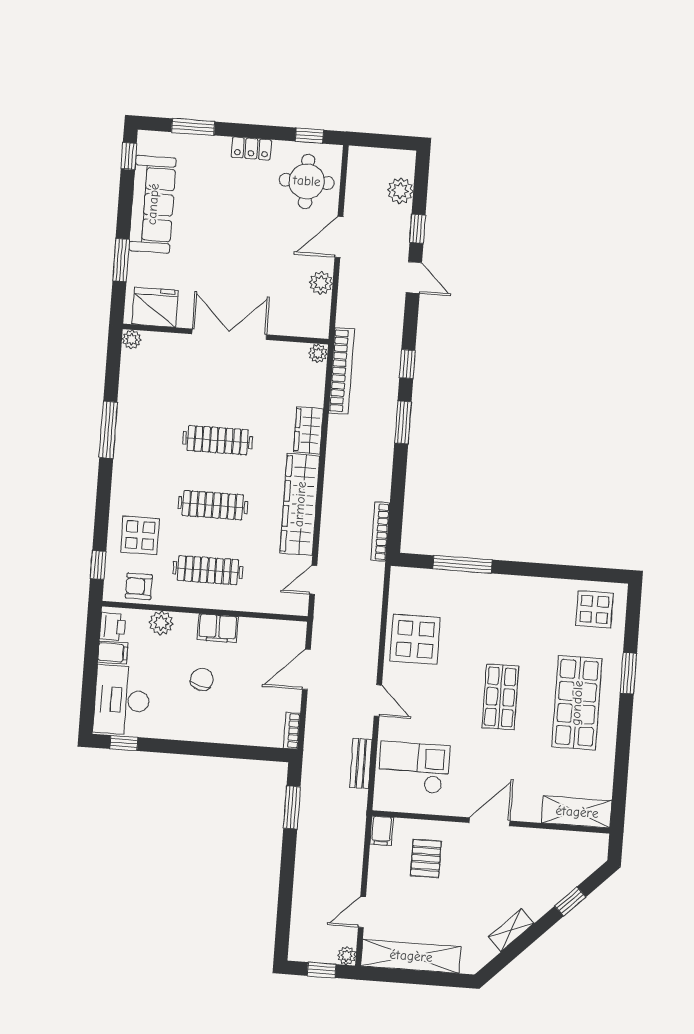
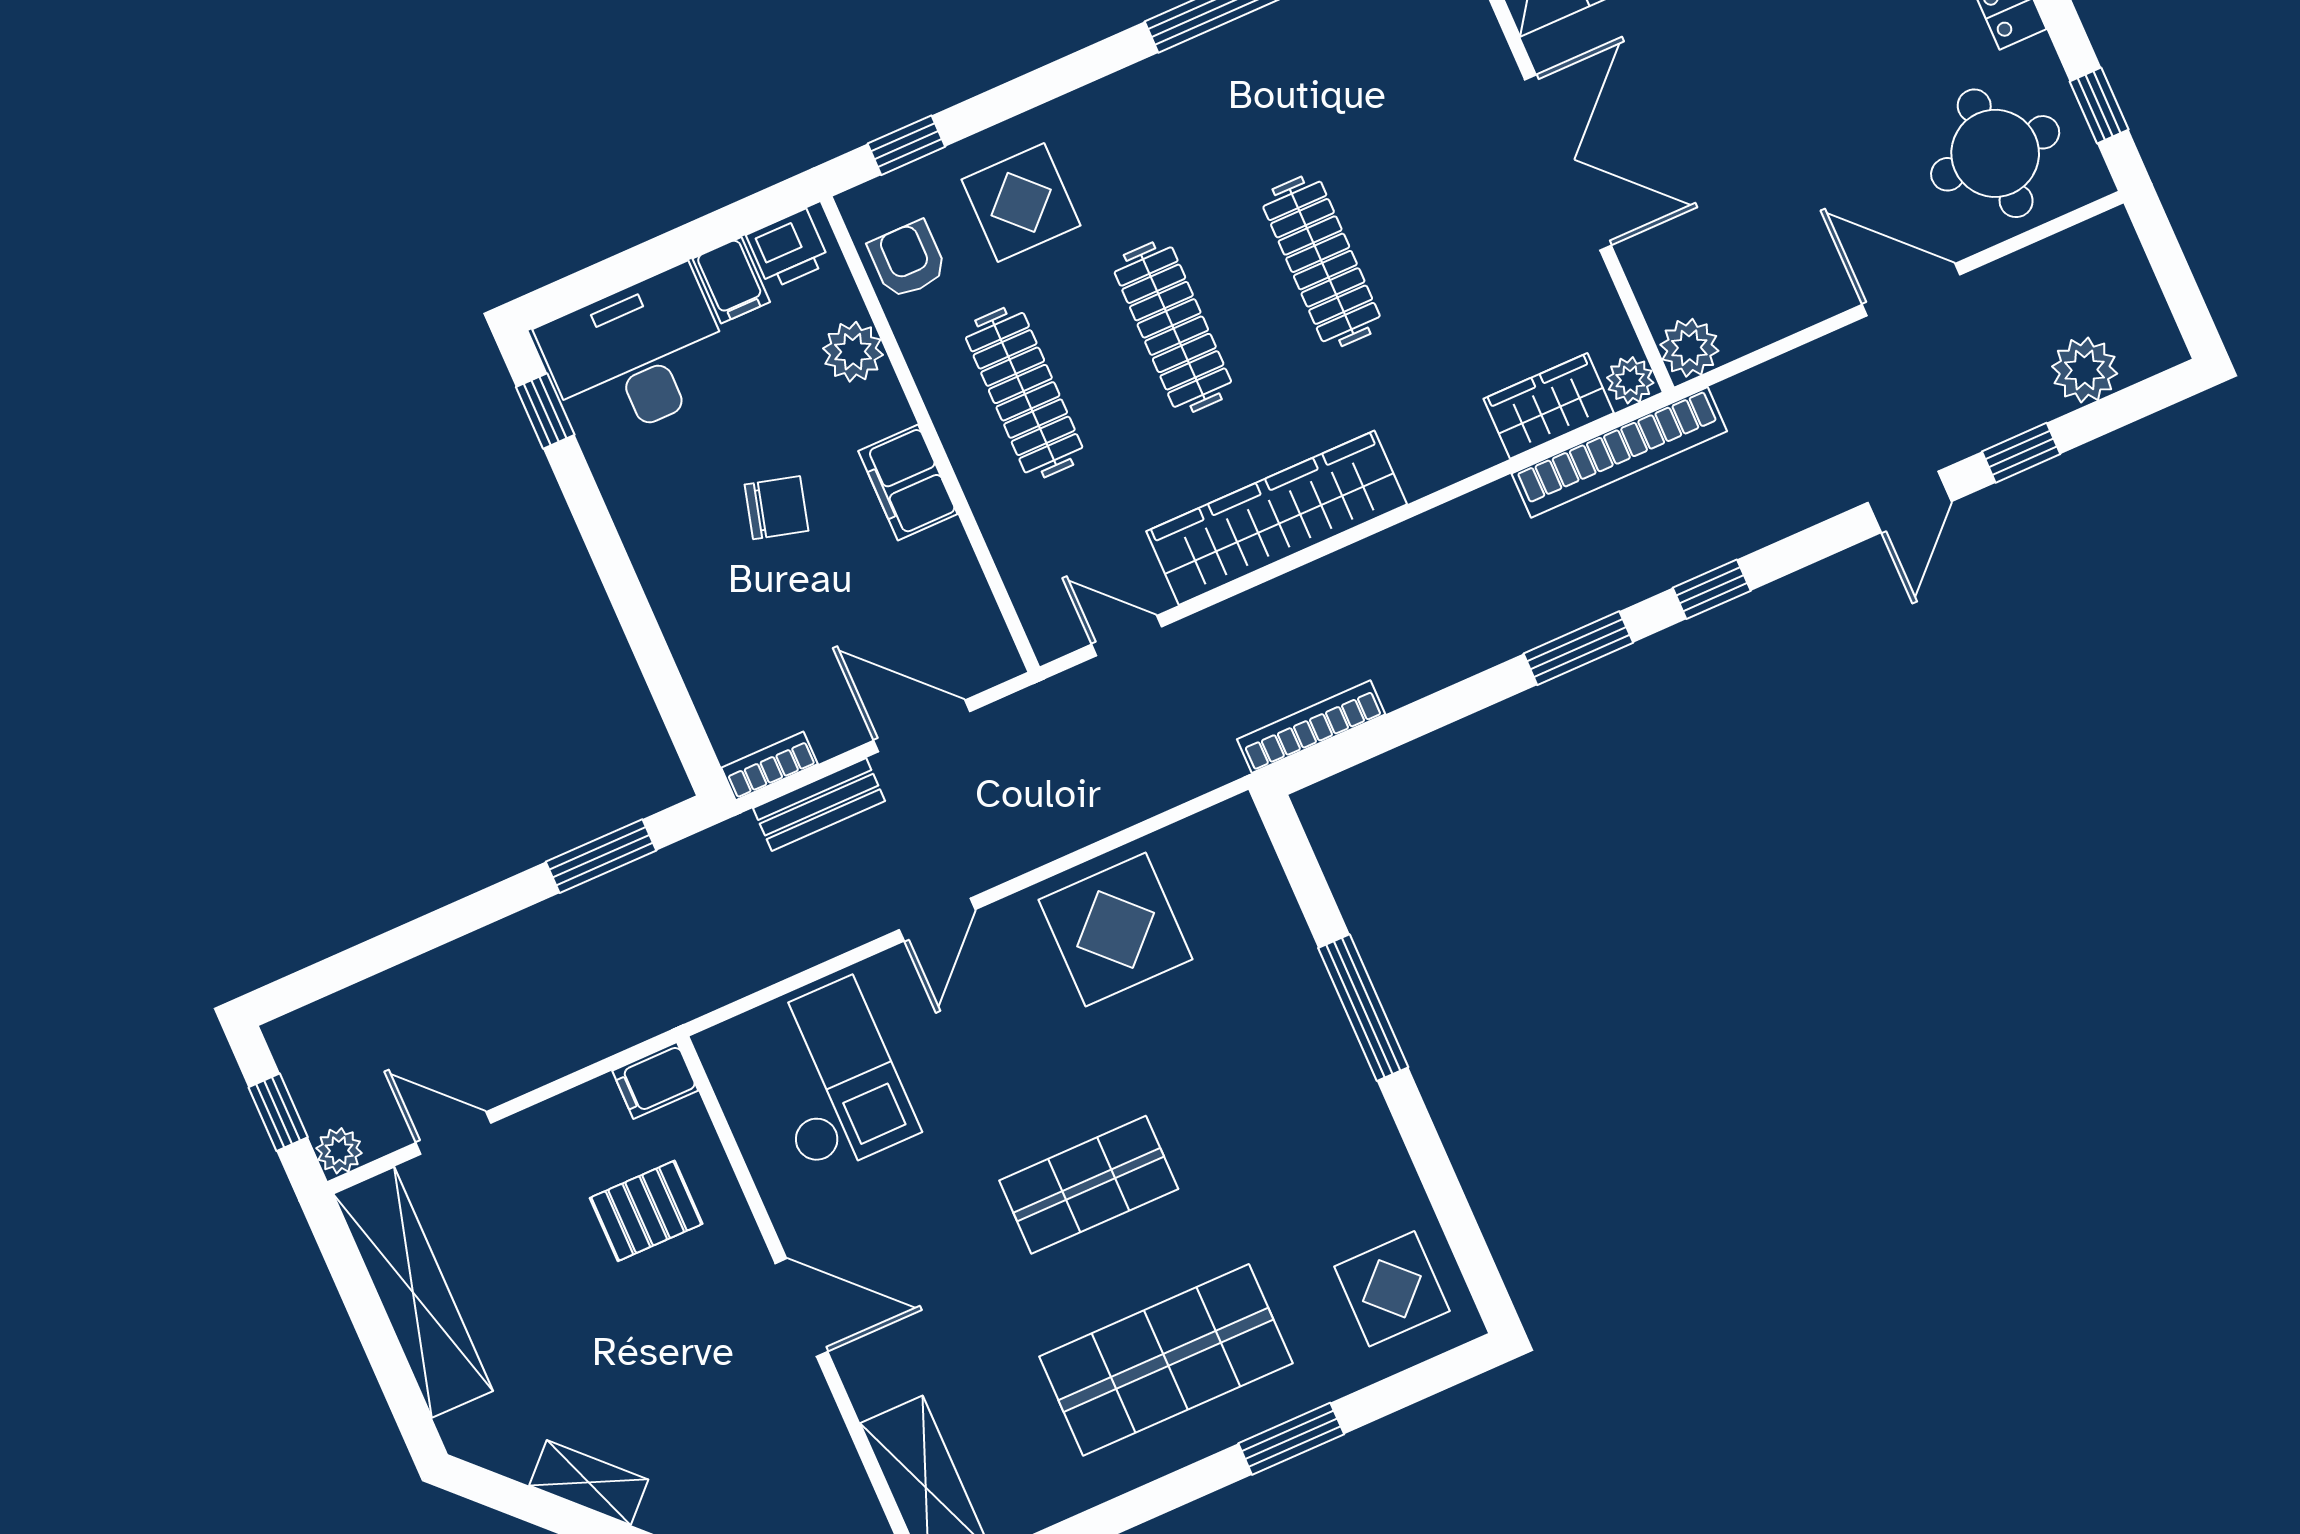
plant: (321, 283) -> (1689, 348), moved
wardrobe: (308, 430) -> (1549, 406), moved
window: (462, 564) -> (1363, 1008), moved
bench: (361, 763) -> (819, 805), moved

